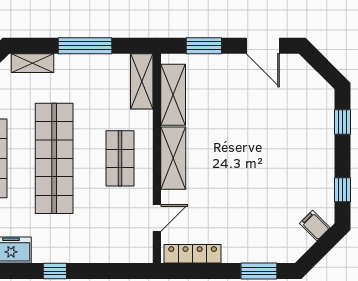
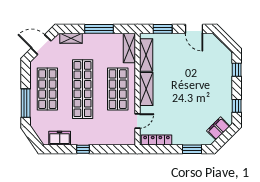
shop shelf: (120, 158) -> (118, 89), width x1.43, depth x1.36
filing cabinet: (315, 226) -> (218, 128), width x2.00

